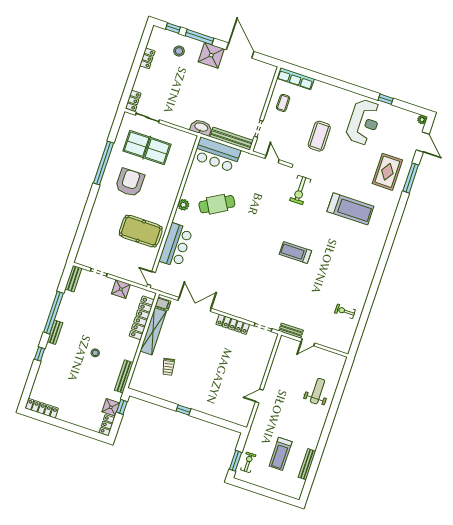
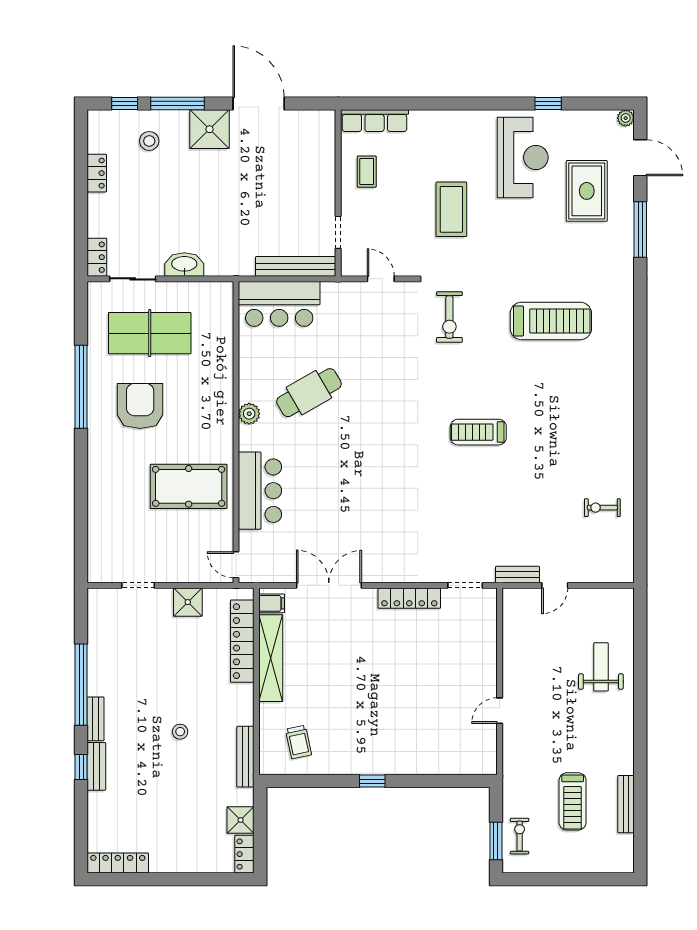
washbasin: (201, 127) -> (184, 264), moved
rug: (387, 172) -> (587, 191), moved
bench: (73, 279) -> (96, 766), moved
trolley: (168, 367) -> (299, 742), moved
window: (122, 407) -> (260, 812), removed

